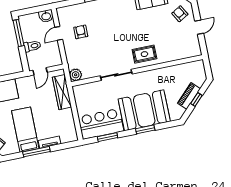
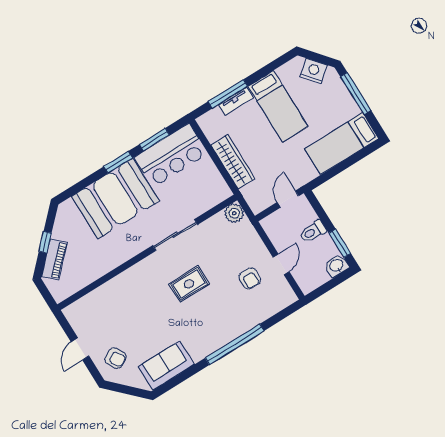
washbasin: (46, 16) -> (337, 266), moved
window: (18, 33) -> (340, 243), width x0.69
rug: (144, 54) -> (189, 284), moved
wardrobe: (62, 92) -> (233, 162), moved
piano: (189, 96) -> (54, 260), moved
window: (145, 129) -> (118, 162), moved
window: (36, 152) -> (228, 94), moved

